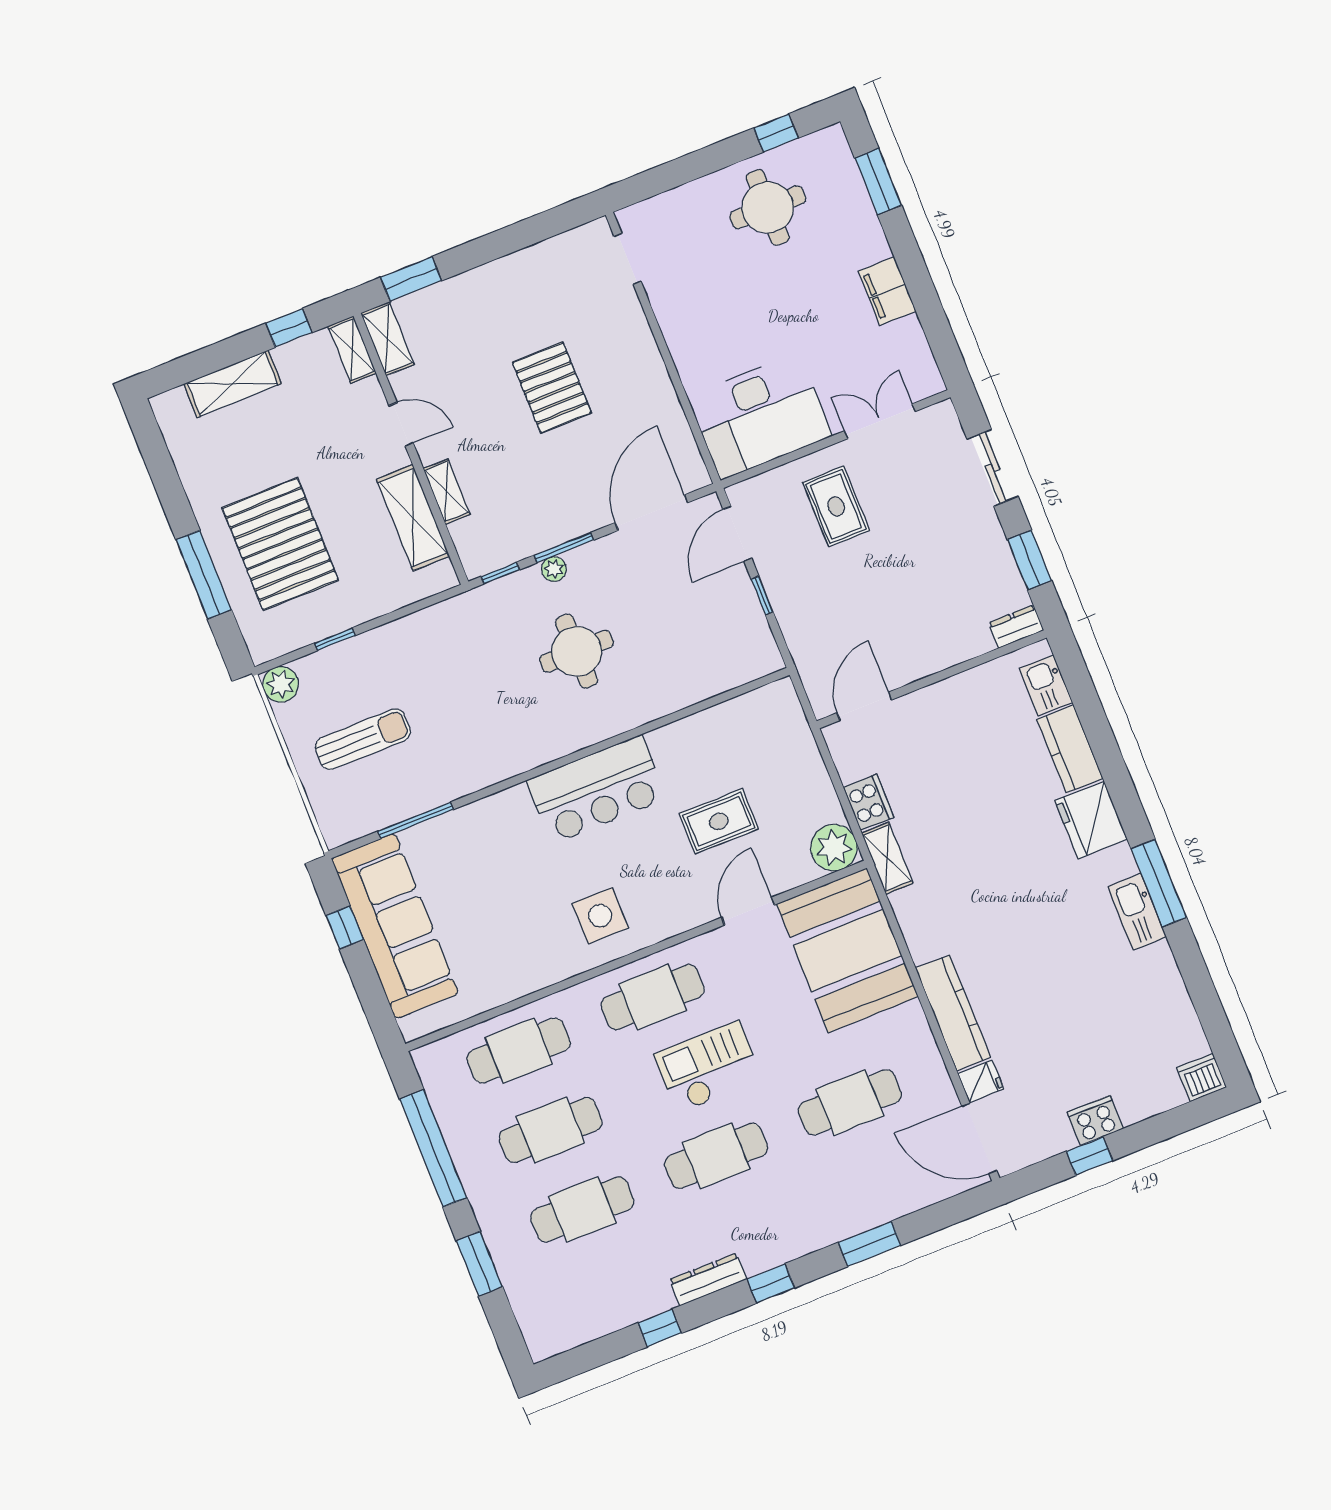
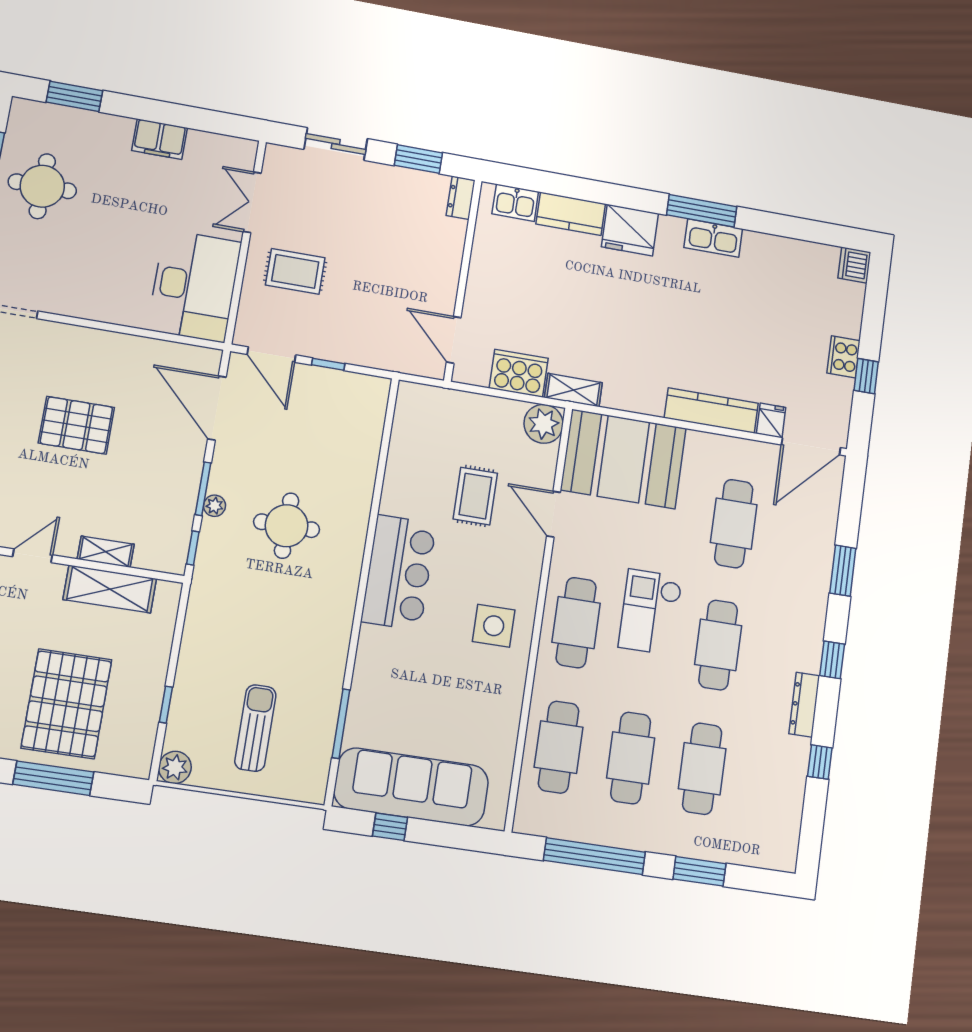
pallet: (280, 544) -> (66, 704), turned 90
cooker: (868, 802) -> (519, 373), width x1.37, depth x1.31

